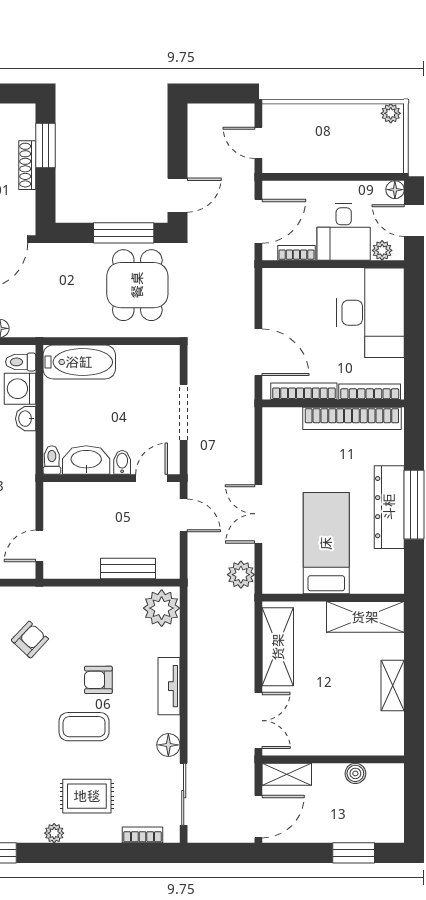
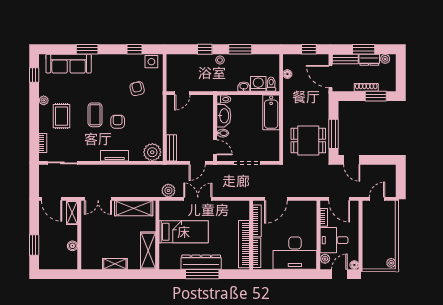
door: (39, 546) -> (182, 93), swing flipped
bench: (128, 569) -> (171, 148), moved
armchair: (30, 640) -> (137, 89), turned -146
floor lamp: (168, 745) -> (86, 156), removed

